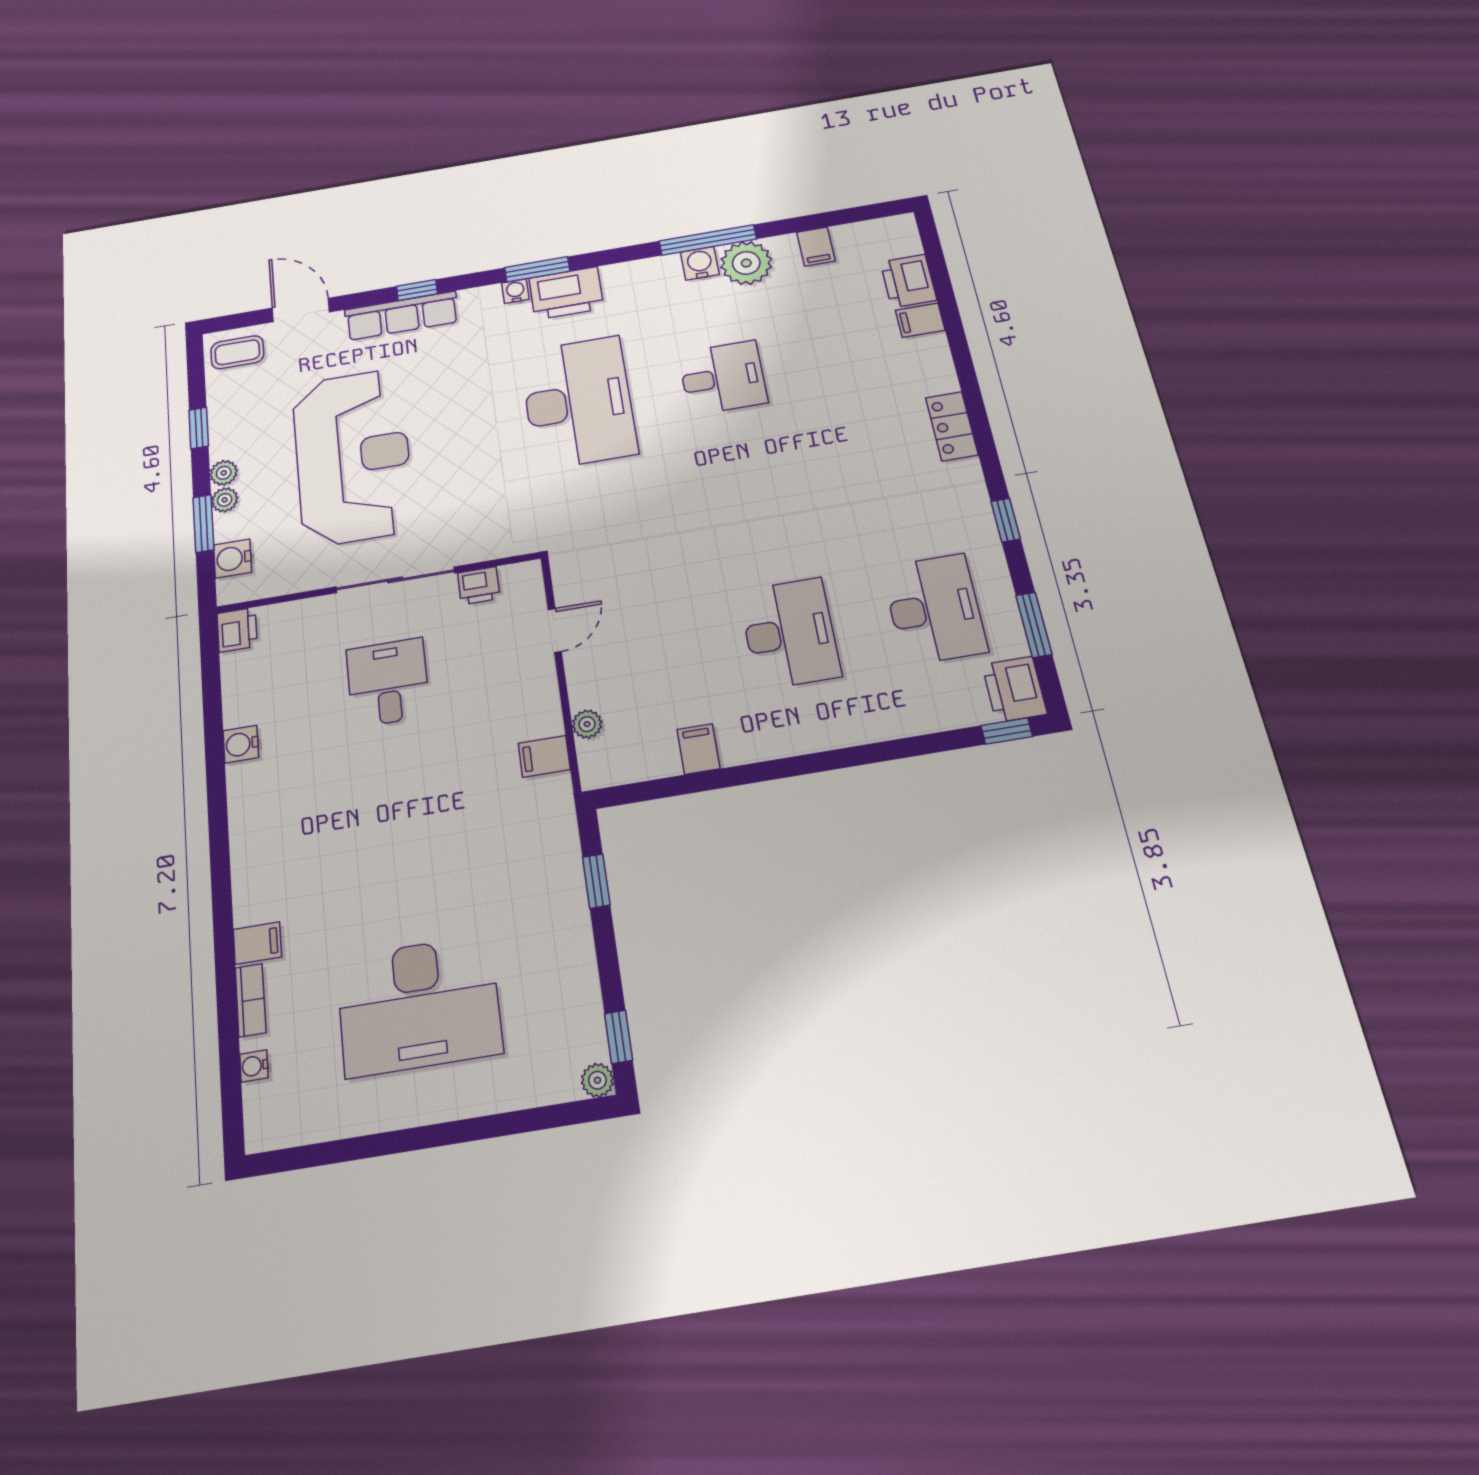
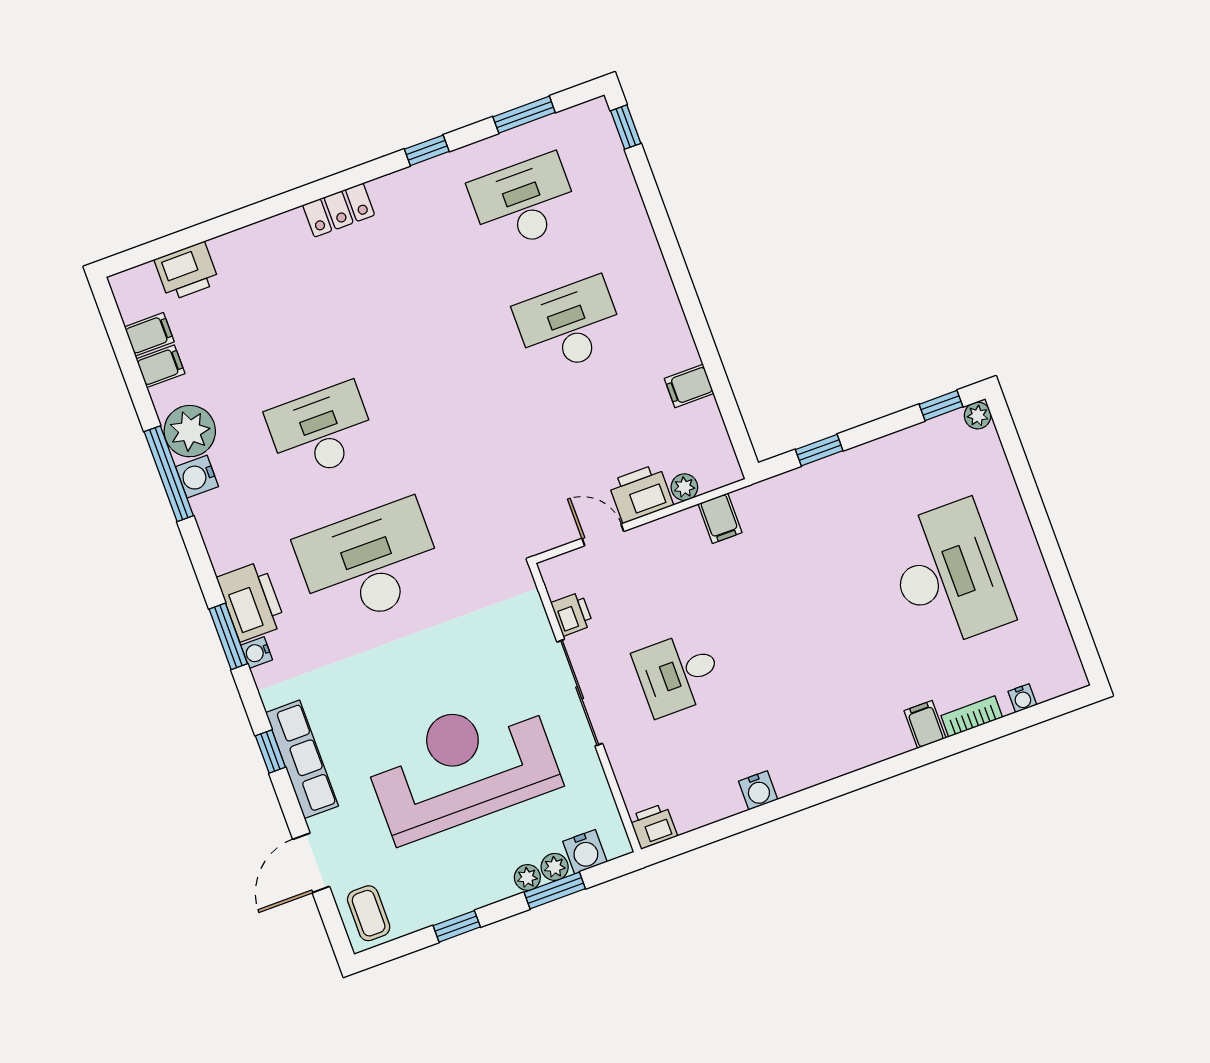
filing cabinet: (920, 320) -> (149, 334), moved, turned -90
desk: (723, 378) -> (321, 431), width x1.37
plant: (224, 473) -> (555, 867), moved
printer: (1014, 689) -> (641, 493), moved, turned 180

